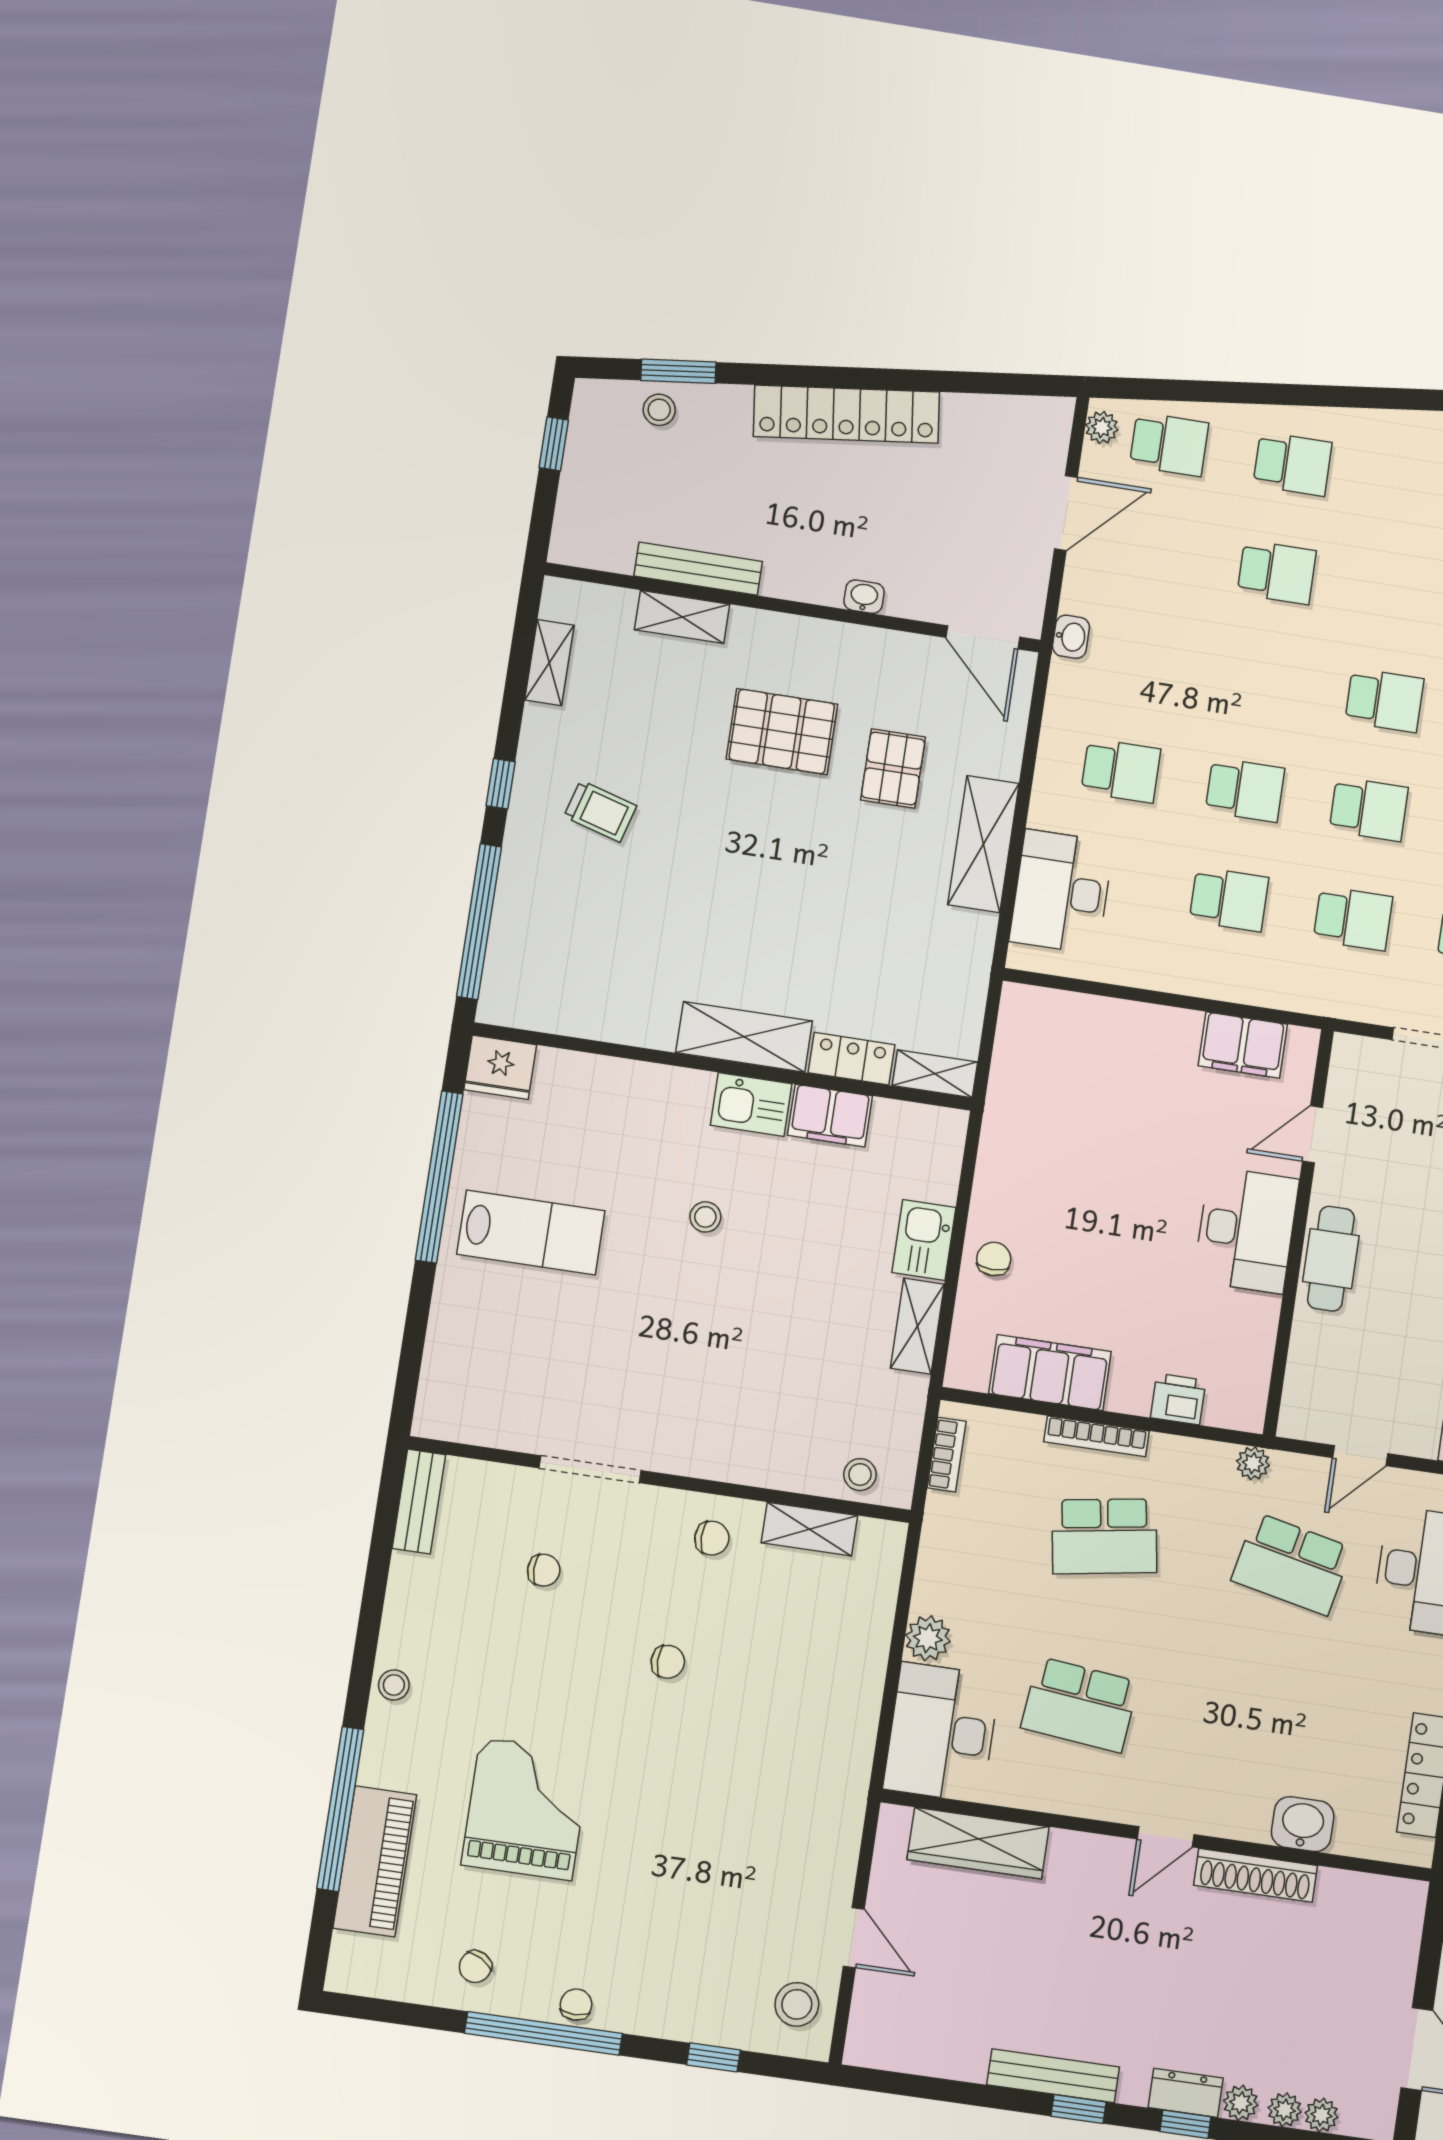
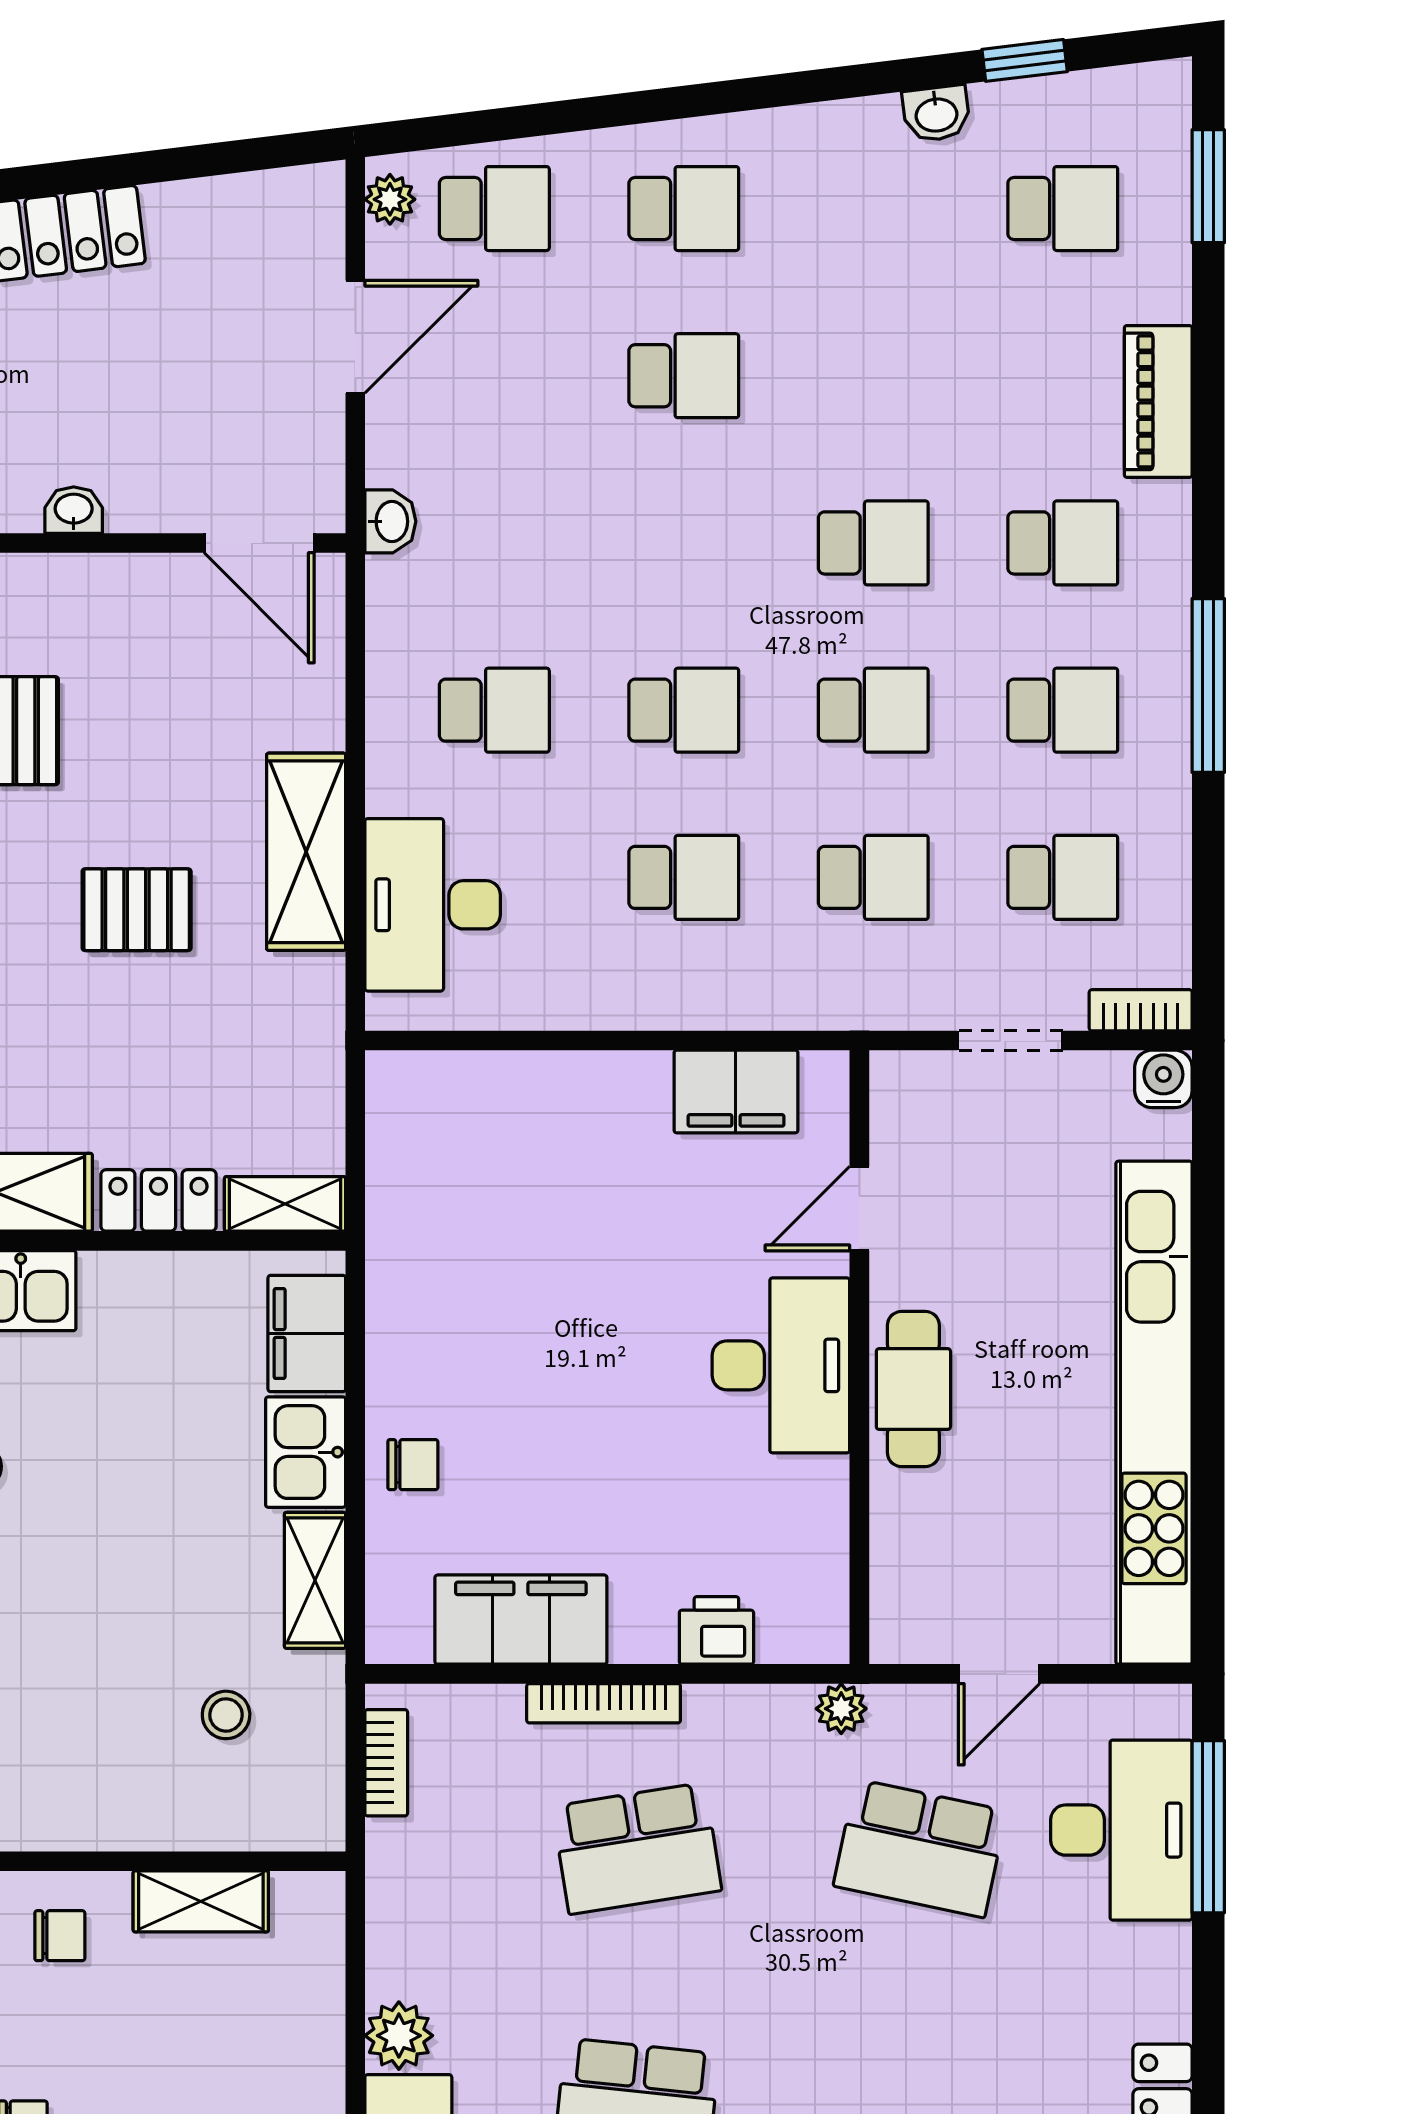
pallet: (893, 768) -> (137, 910), moved, turned 90
filing cabinet: (830, 1116) -> (307, 1334), moved, turned 90
chair: (994, 1259) -> (413, 1465), turned 90
stool: (860, 1475) -> (226, 1715), moved

